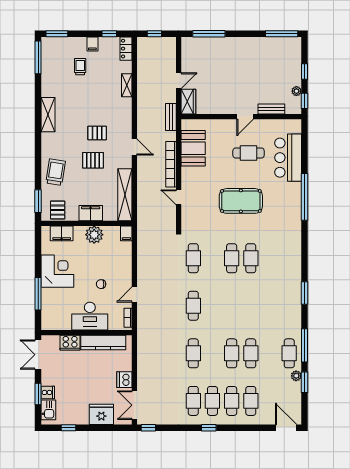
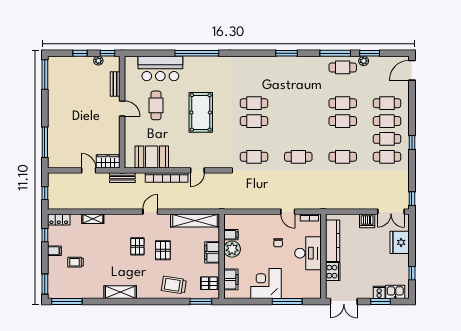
filing cabinet: (126, 233) -> (231, 235), moved

